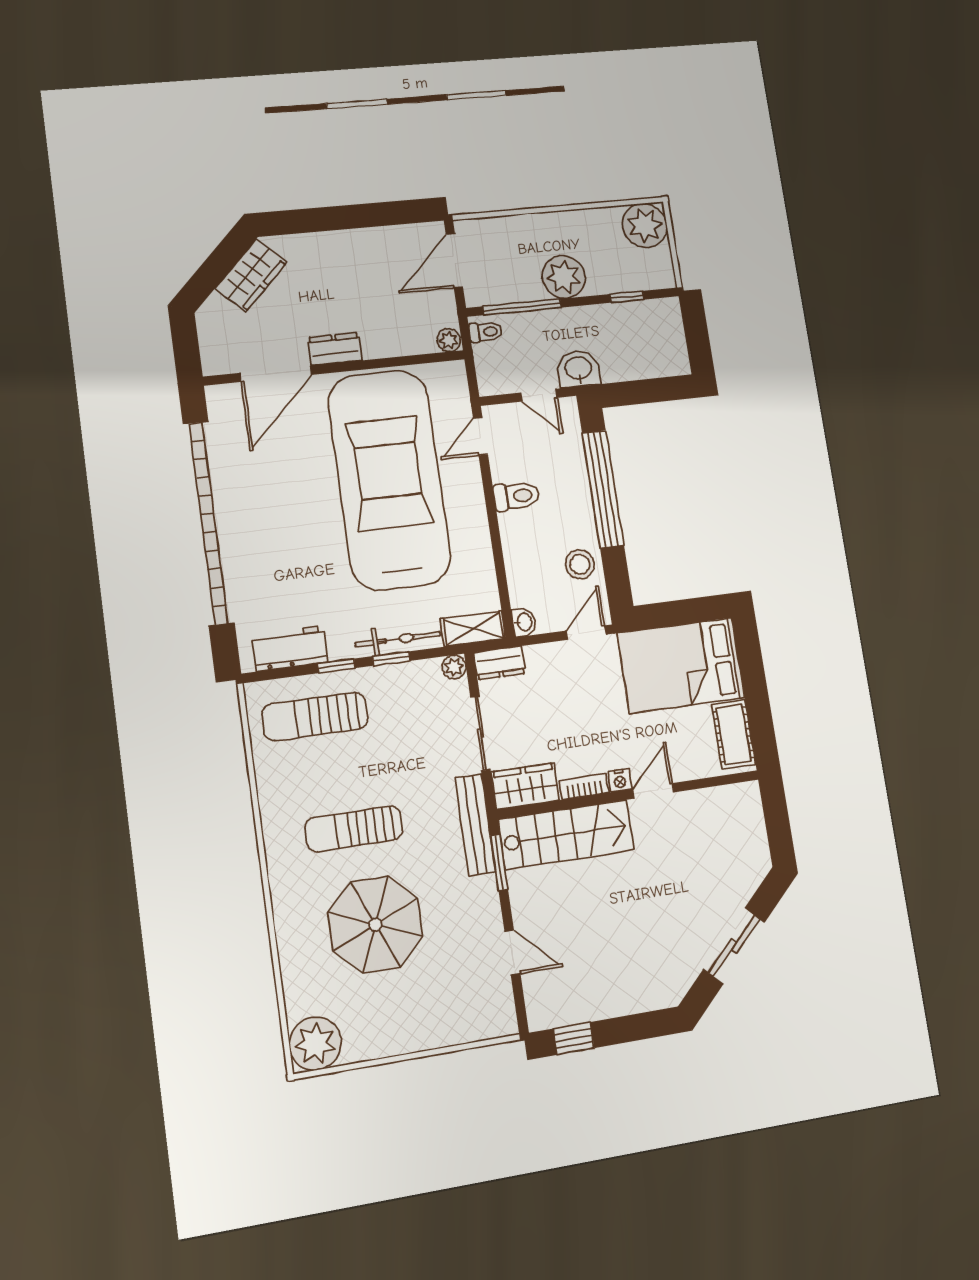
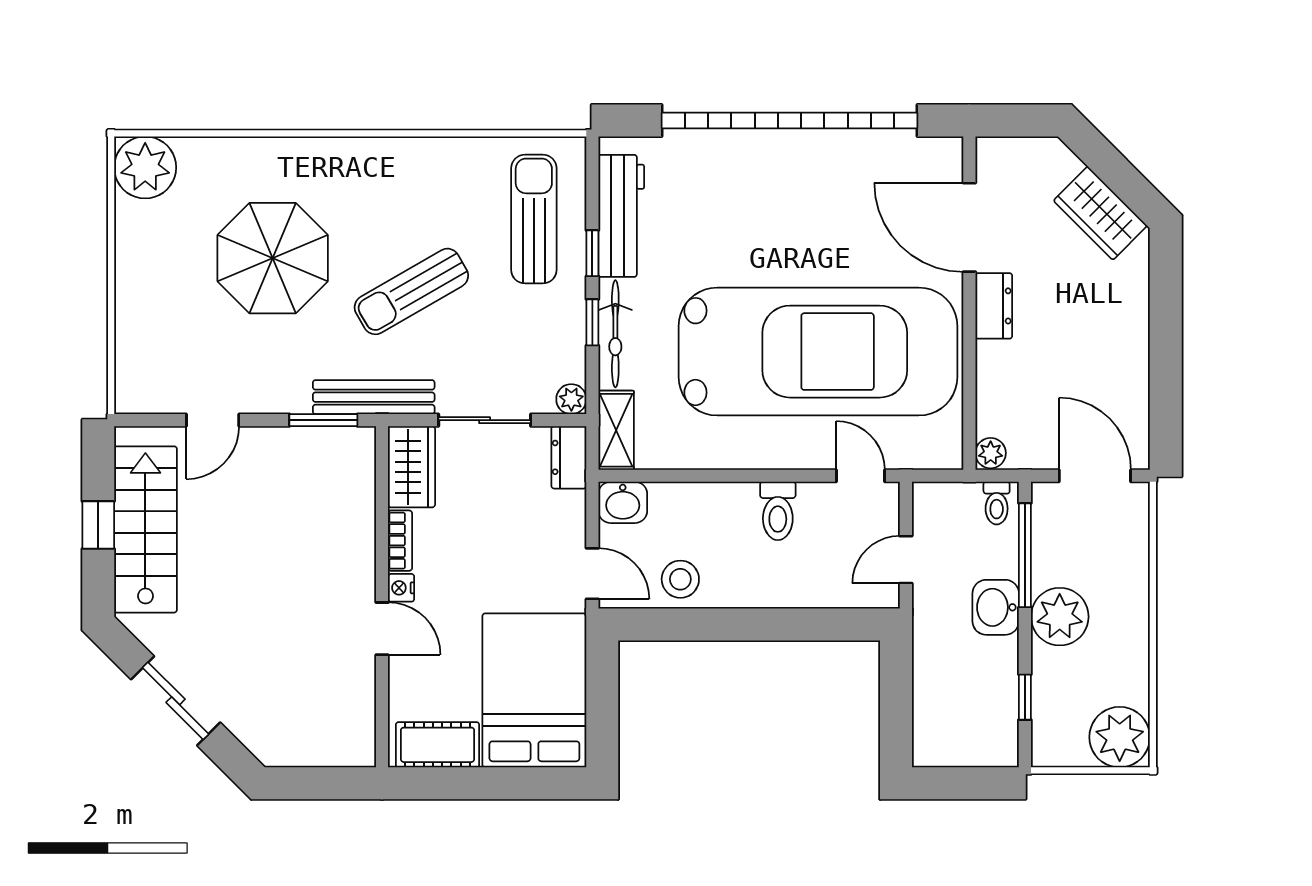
washbasin: (578, 369) -> (996, 607), moved, turned 180
window: (603, 489) -> (774, 625), removed
washbasin: (524, 622) -> (623, 502), width x1.38, depth x1.45
workbench: (290, 649) -> (621, 216), width x1.38
sun lounger: (354, 829) -> (411, 291), moved, turned -120
stairs: (566, 834) -> (145, 529), moved, turned 180
window: (574, 1038) -> (98, 525), moved

